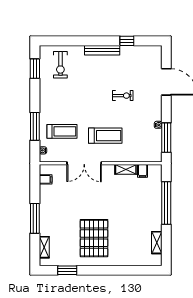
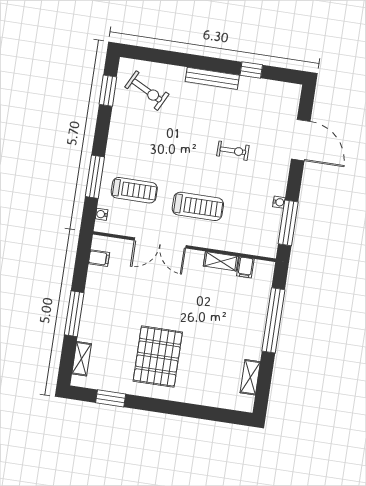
exercise bike: (60, 65) -> (147, 91), turned -63

